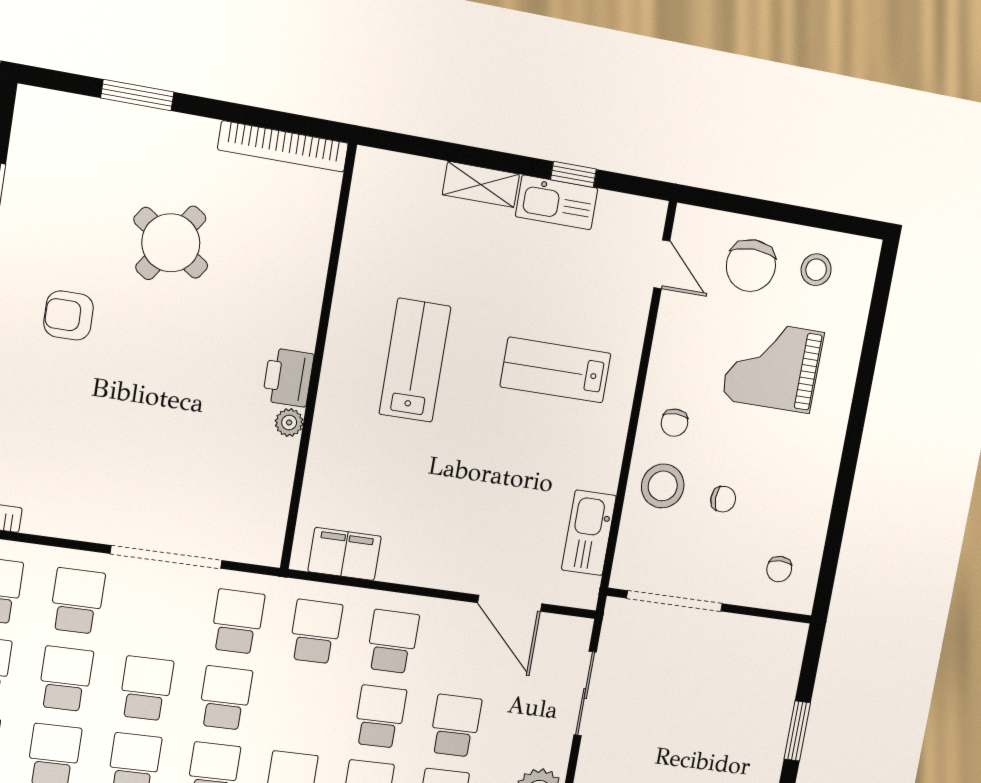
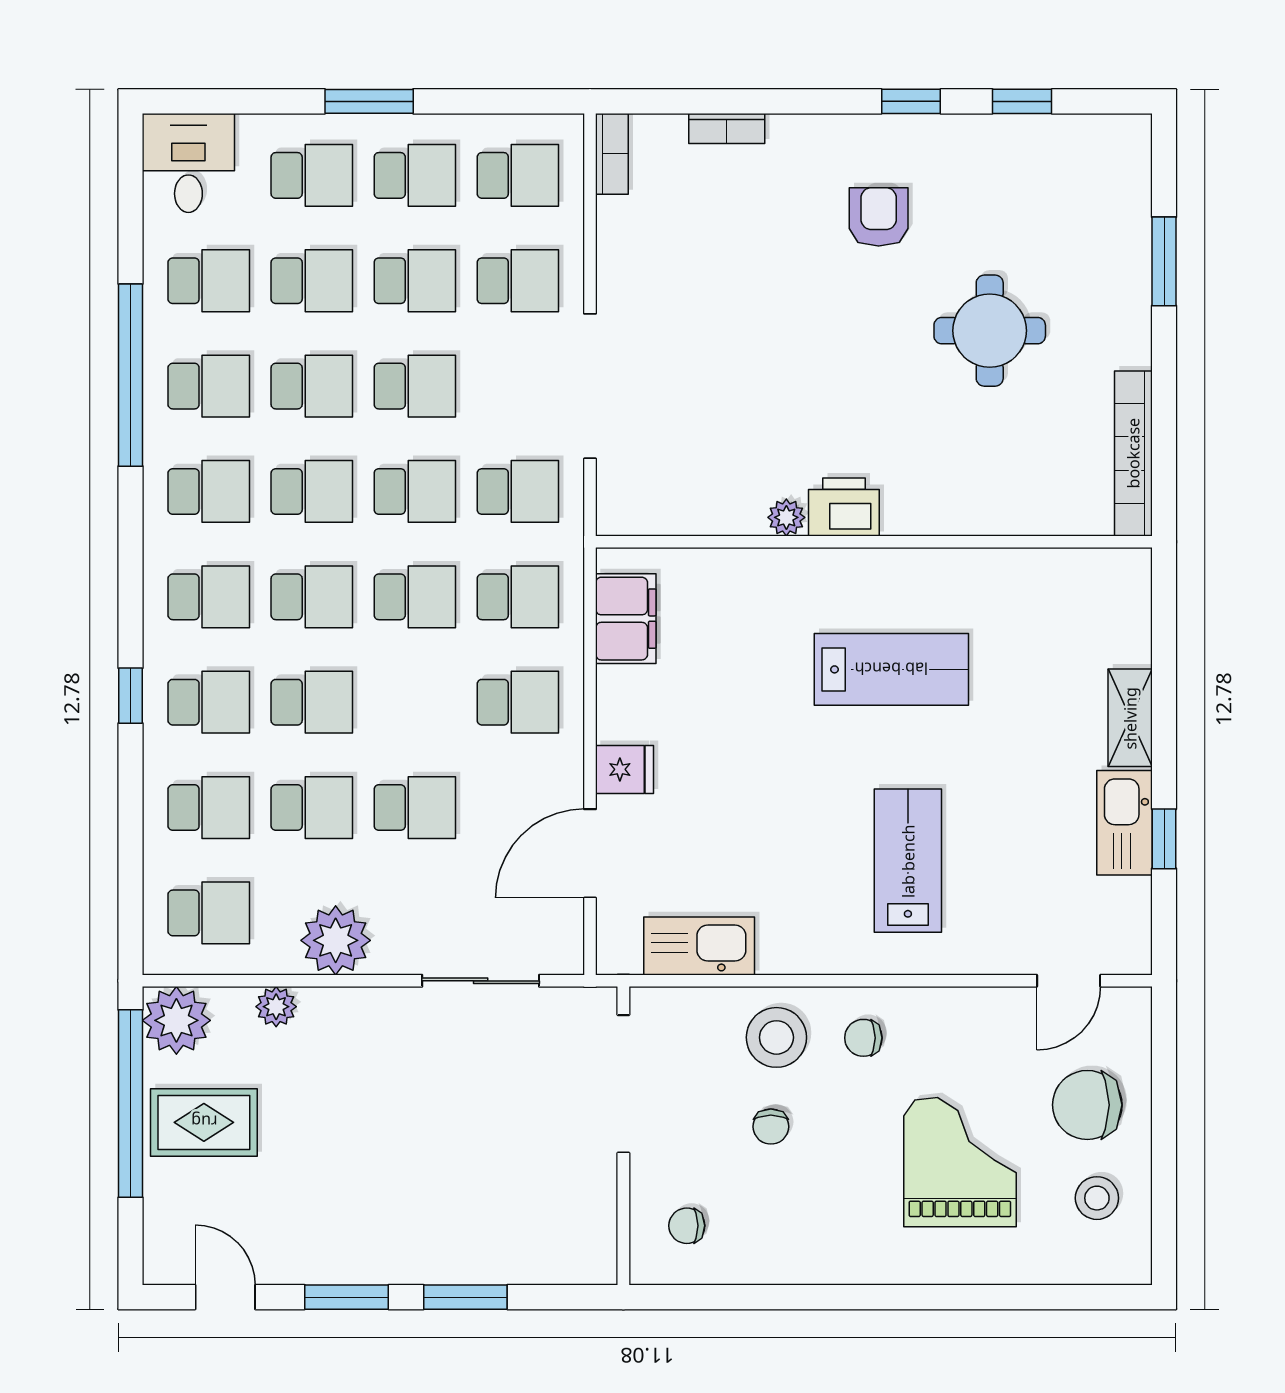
round table: (171, 243) -> (990, 331), turned -34
fridge: (454, 570) -> (624, 769), added
school desk: (380, 717) -> (415, 597), moved

